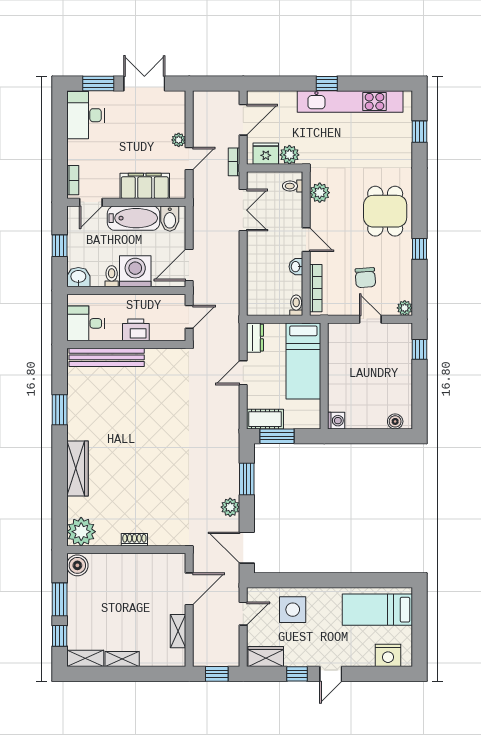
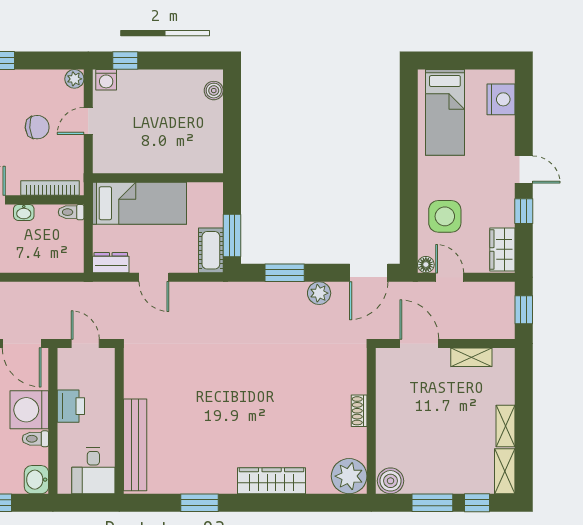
printer: (136, 330) -> (71, 406), moved, turned 180
washing machine: (336, 421) -> (106, 80), moved, turned 180
floor lamp: (253, 594) -> (426, 265), added

